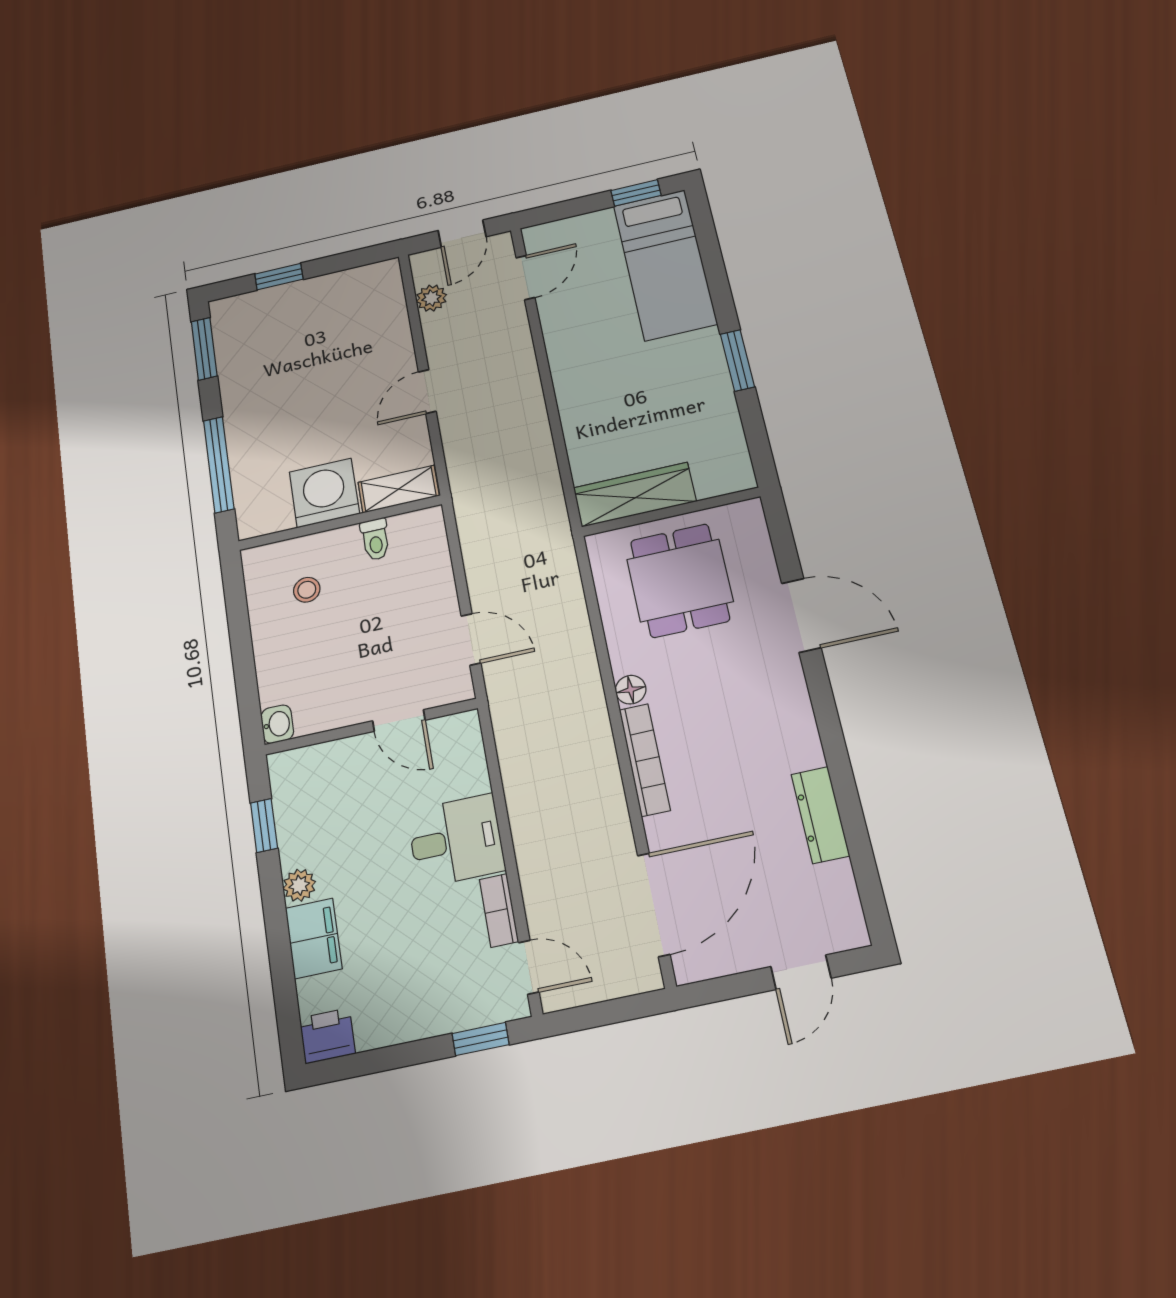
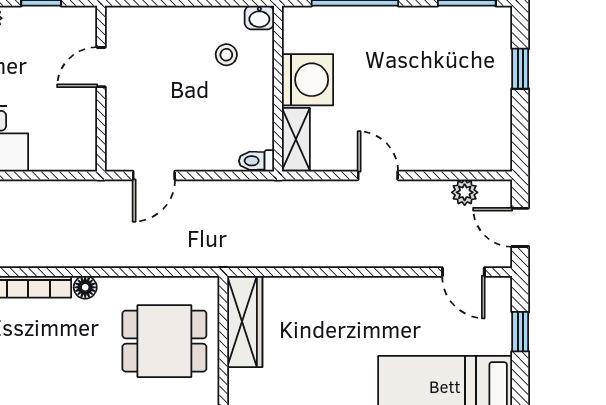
window: (636, 193) -> (520, 332), moved
toilet: (375, 539) -> (257, 161), moved
door: (399, 720) -> (101, 67), moved
washbasin: (277, 724) -> (259, 17), moved

